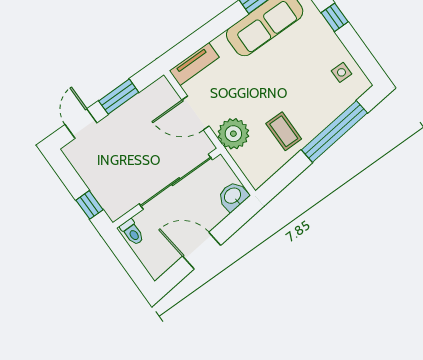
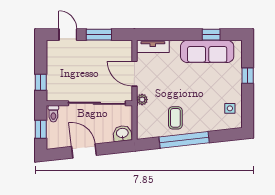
door: (81, 124) -> (68, 35), hinge flipped
window: (334, 131) -> (184, 140), moved
plant: (233, 134) -> (142, 100), width x0.53, depth x0.53
window: (130, 262) -> (41, 129), added

